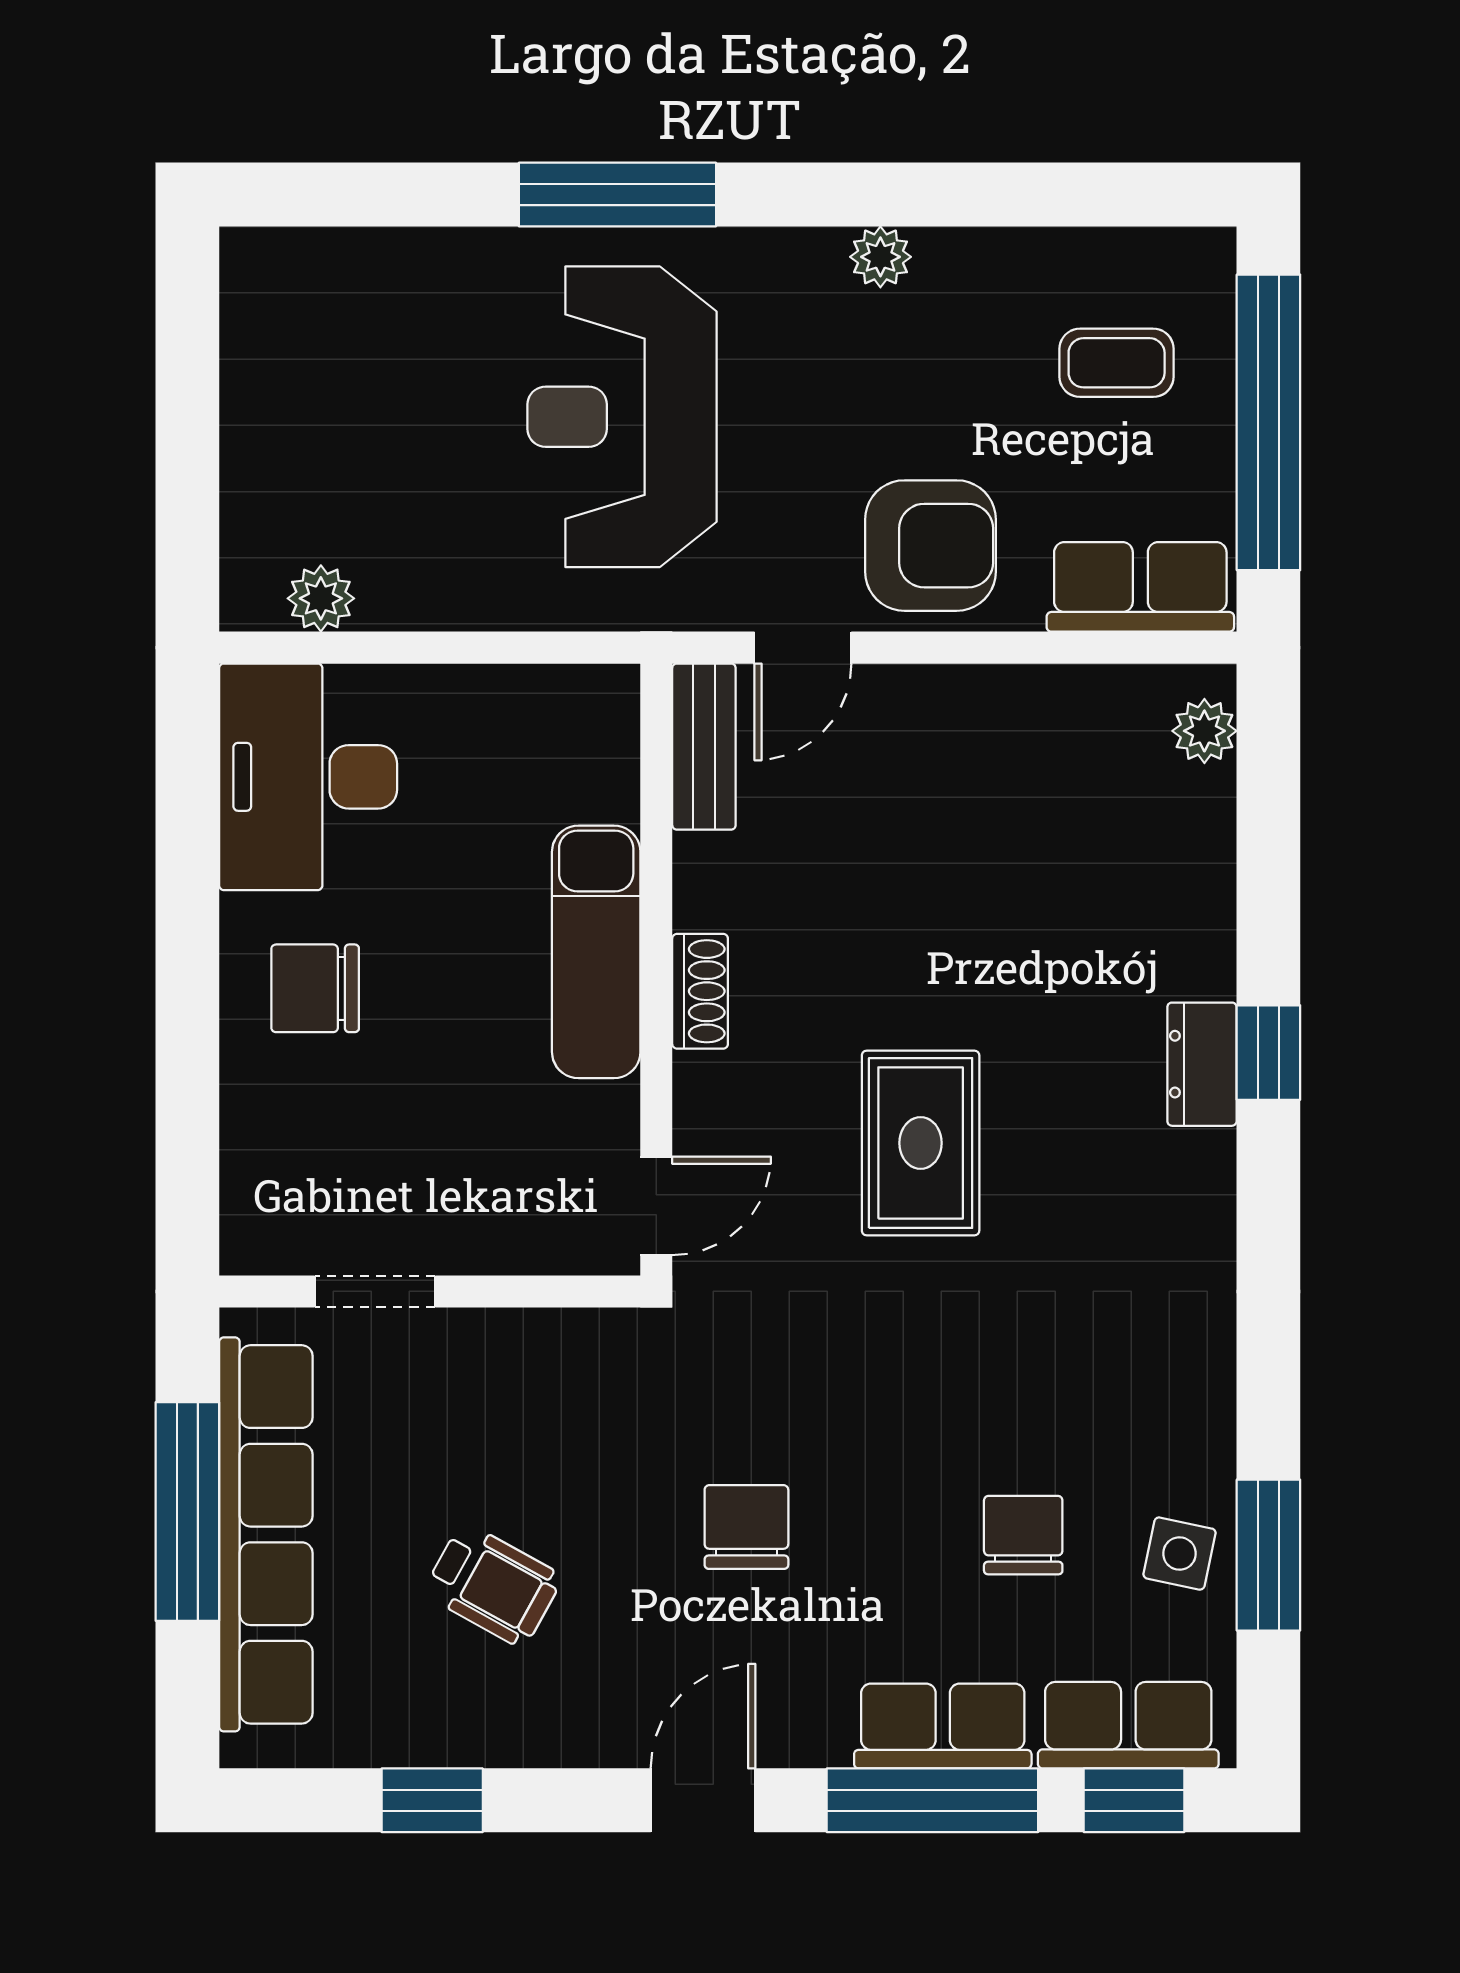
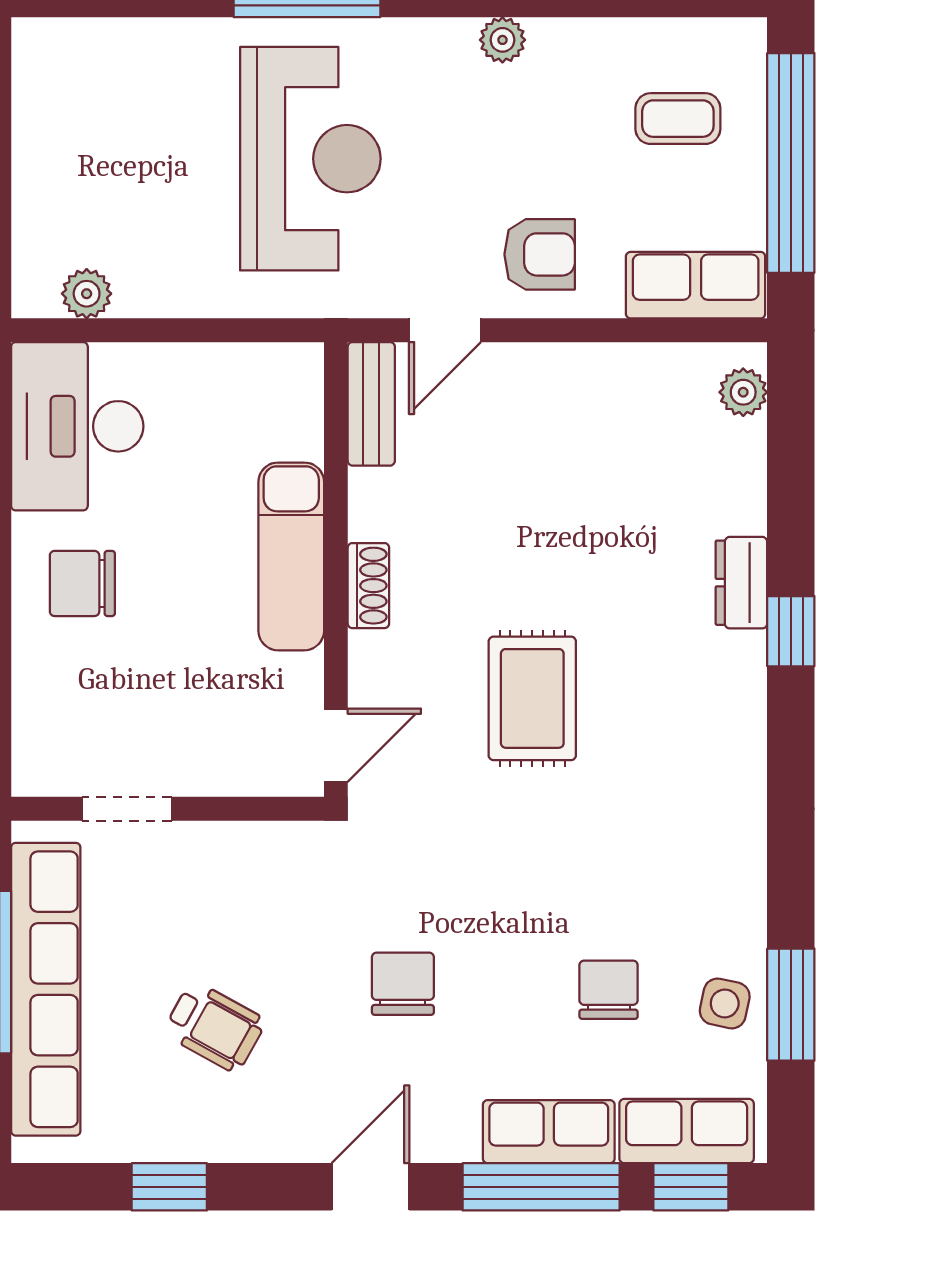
reception desk: (622, 417) -> (310, 159), turned 180
armchair: (931, 546) -> (540, 254), width x0.72, depth x0.72
dresser: (1202, 1064) -> (741, 583), moved

